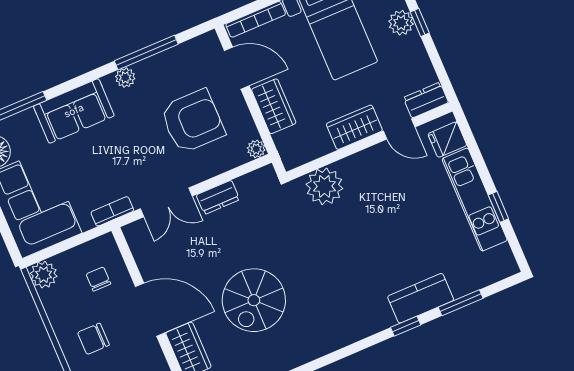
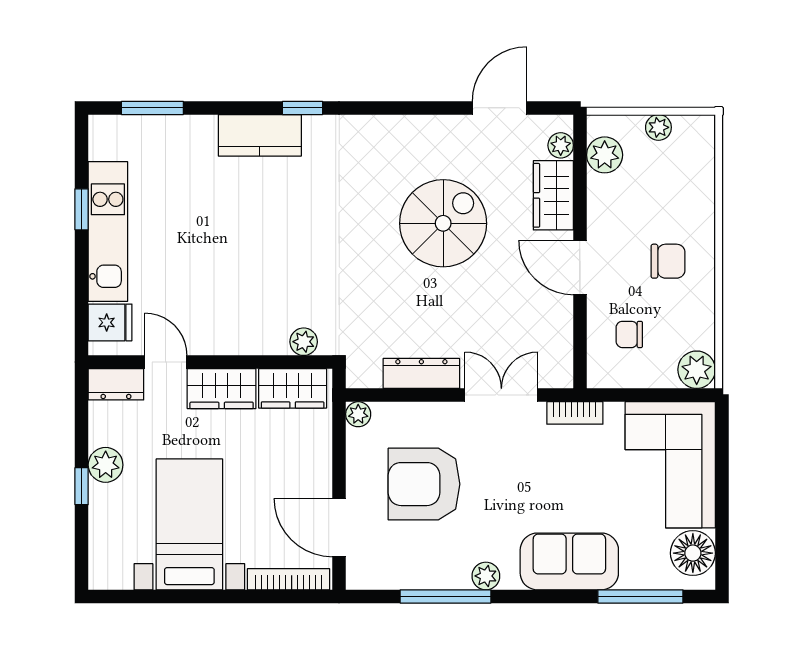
plant: (401, 23) -> (106, 465), moved
wardrobe: (274, 106) -> (293, 388), moved, turned -90
plant: (324, 186) -> (304, 342), width x0.53, depth x0.53
dresser: (218, 197) -> (421, 373), width x1.44
chair: (98, 279) -> (629, 334), turned 90
kitchen counter: (421, 298) -> (260, 135), moved
window: (461, 303) -> (152, 108), moved
door: (150, 310) -> (580, 267), width x0.73
window: (406, 326) -> (303, 108), moved

